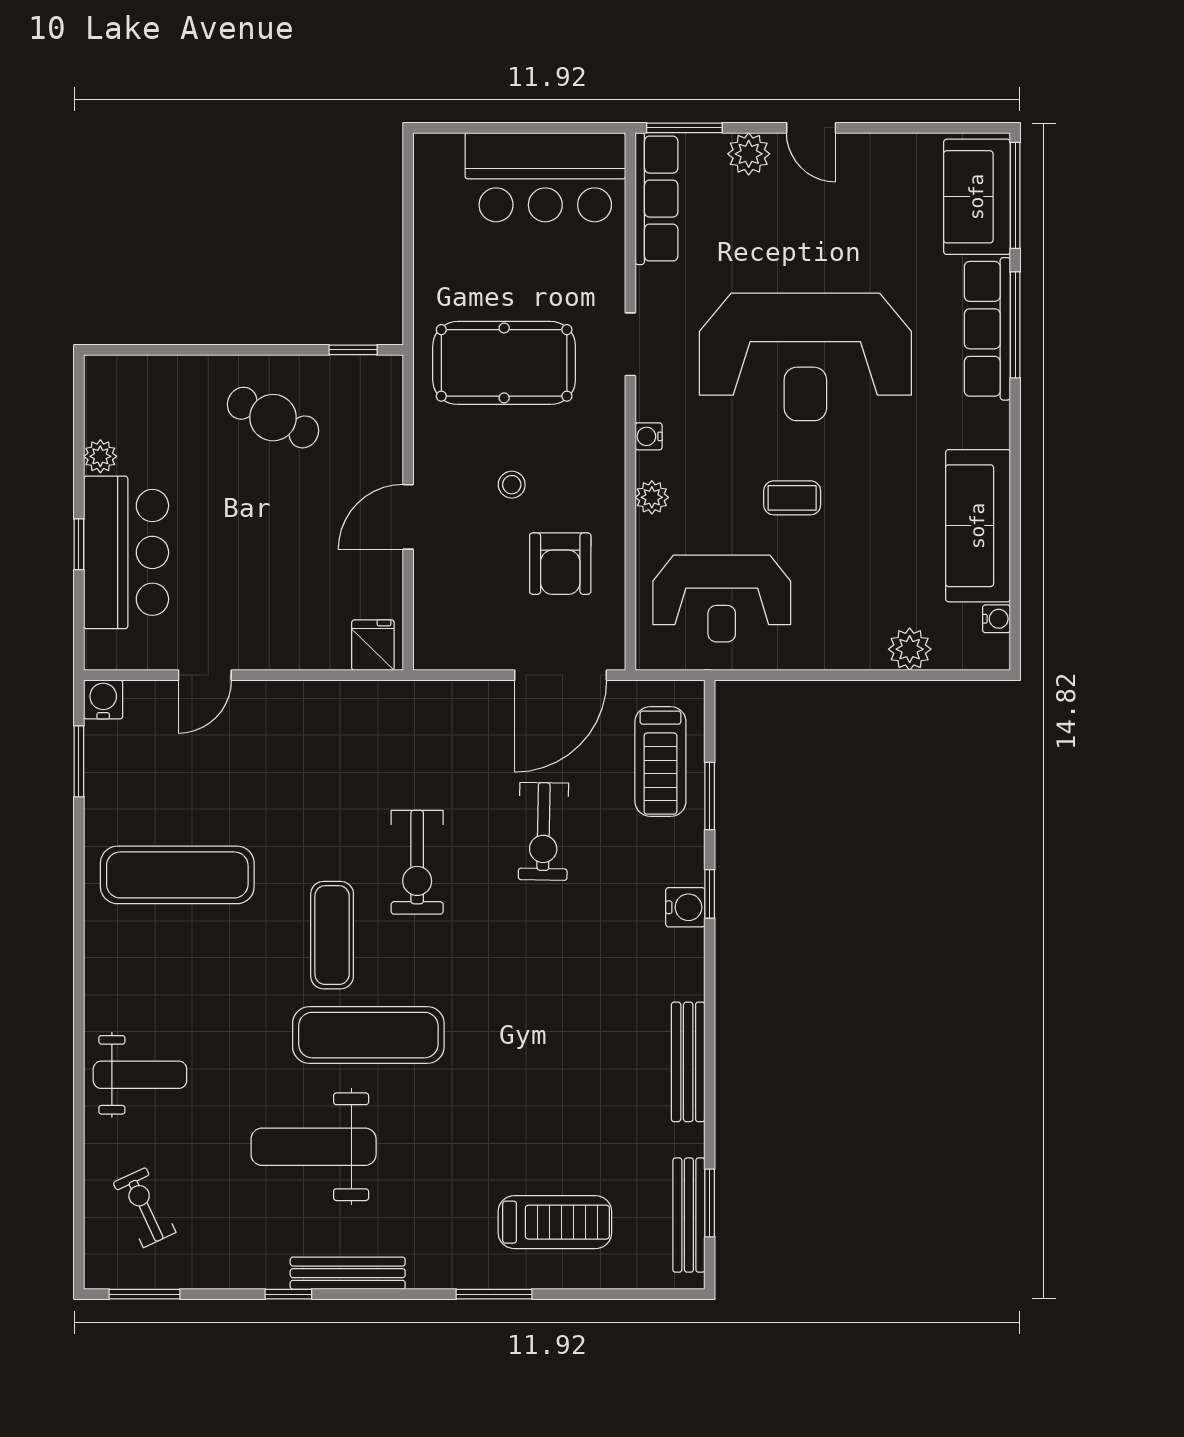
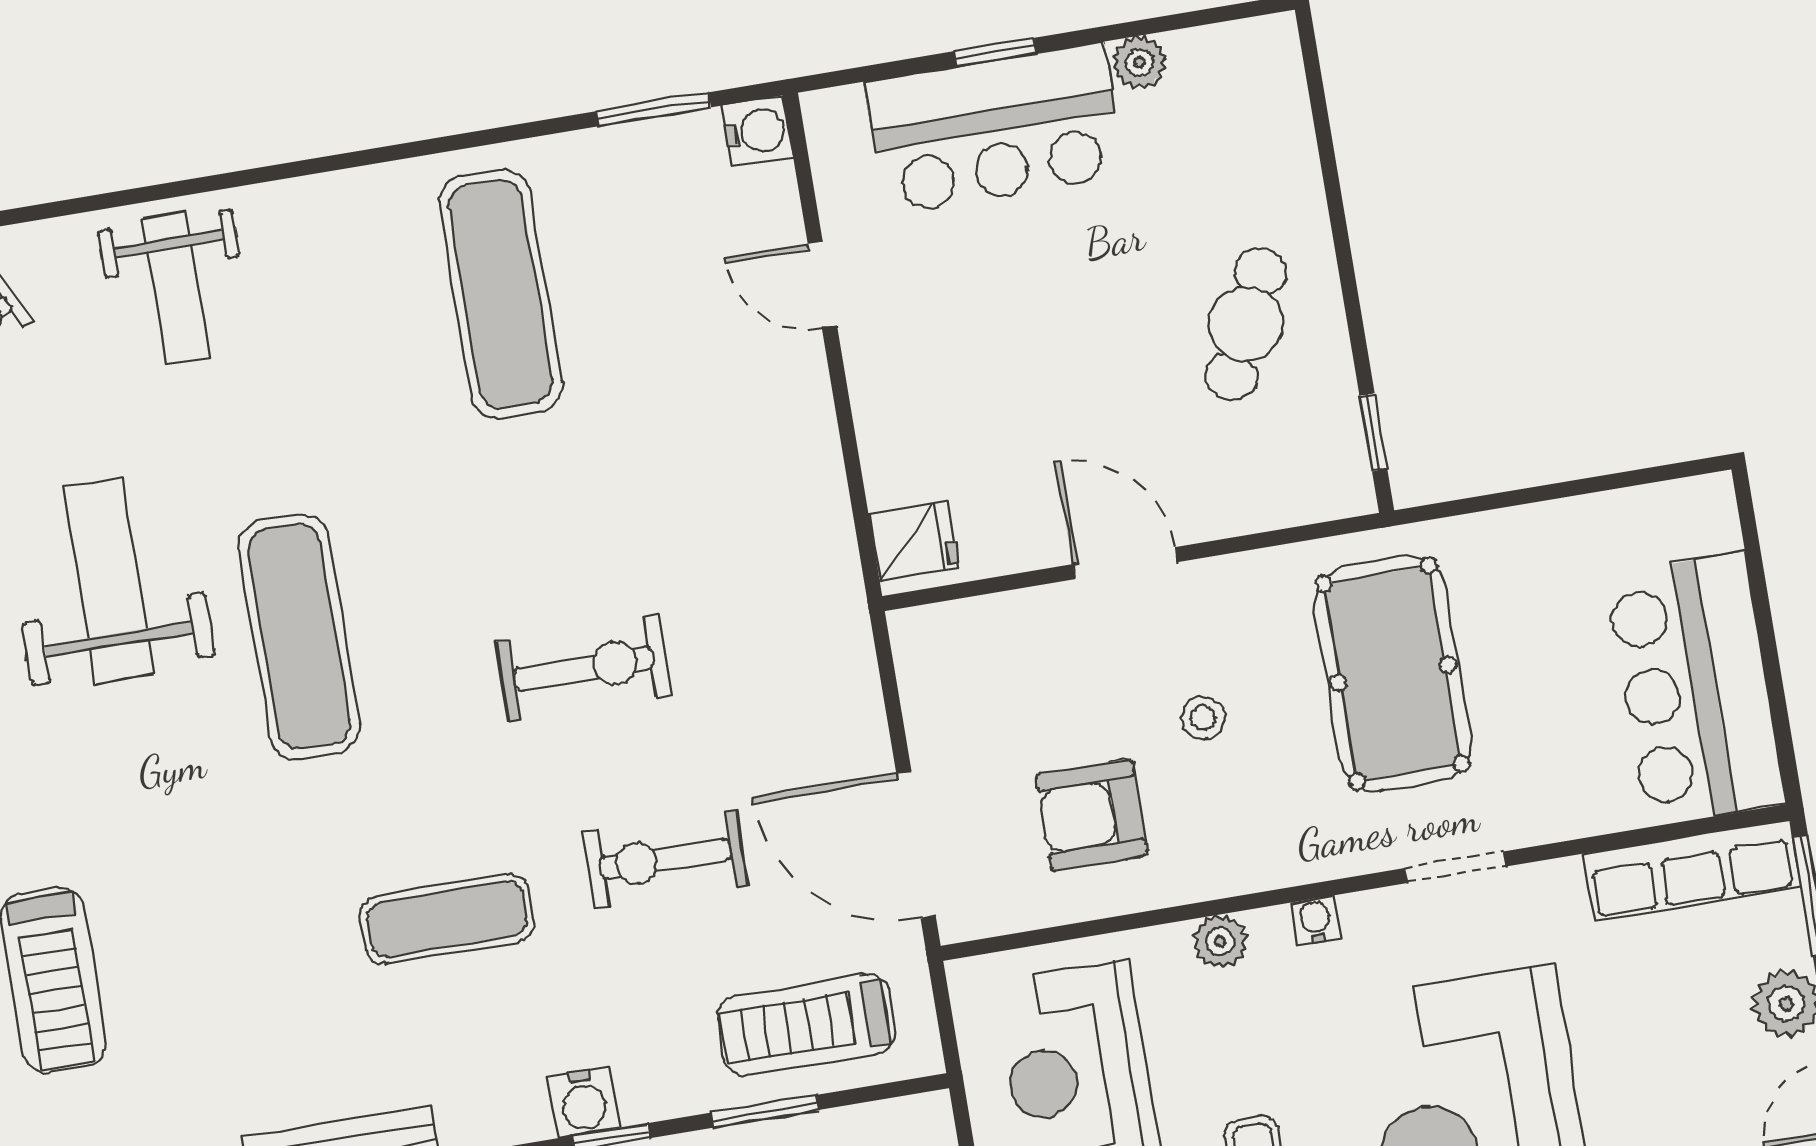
exercise bike: (417, 862) -> (584, 668), turned 180
exercise mat: (332, 935) -> (447, 919), moved

